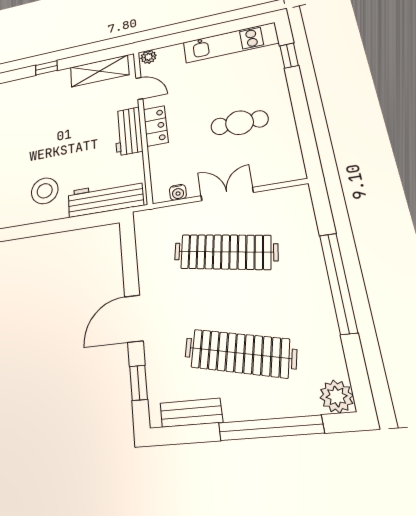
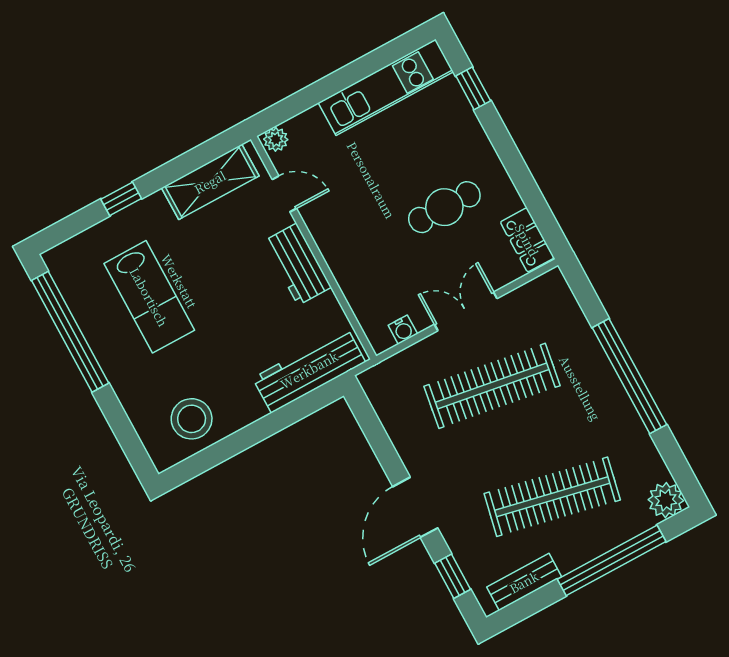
lab bench: (34, 125) -> (149, 297), added
locker: (156, 126) -> (527, 240), moved, turned 180
stool: (45, 191) -> (192, 419), moved

